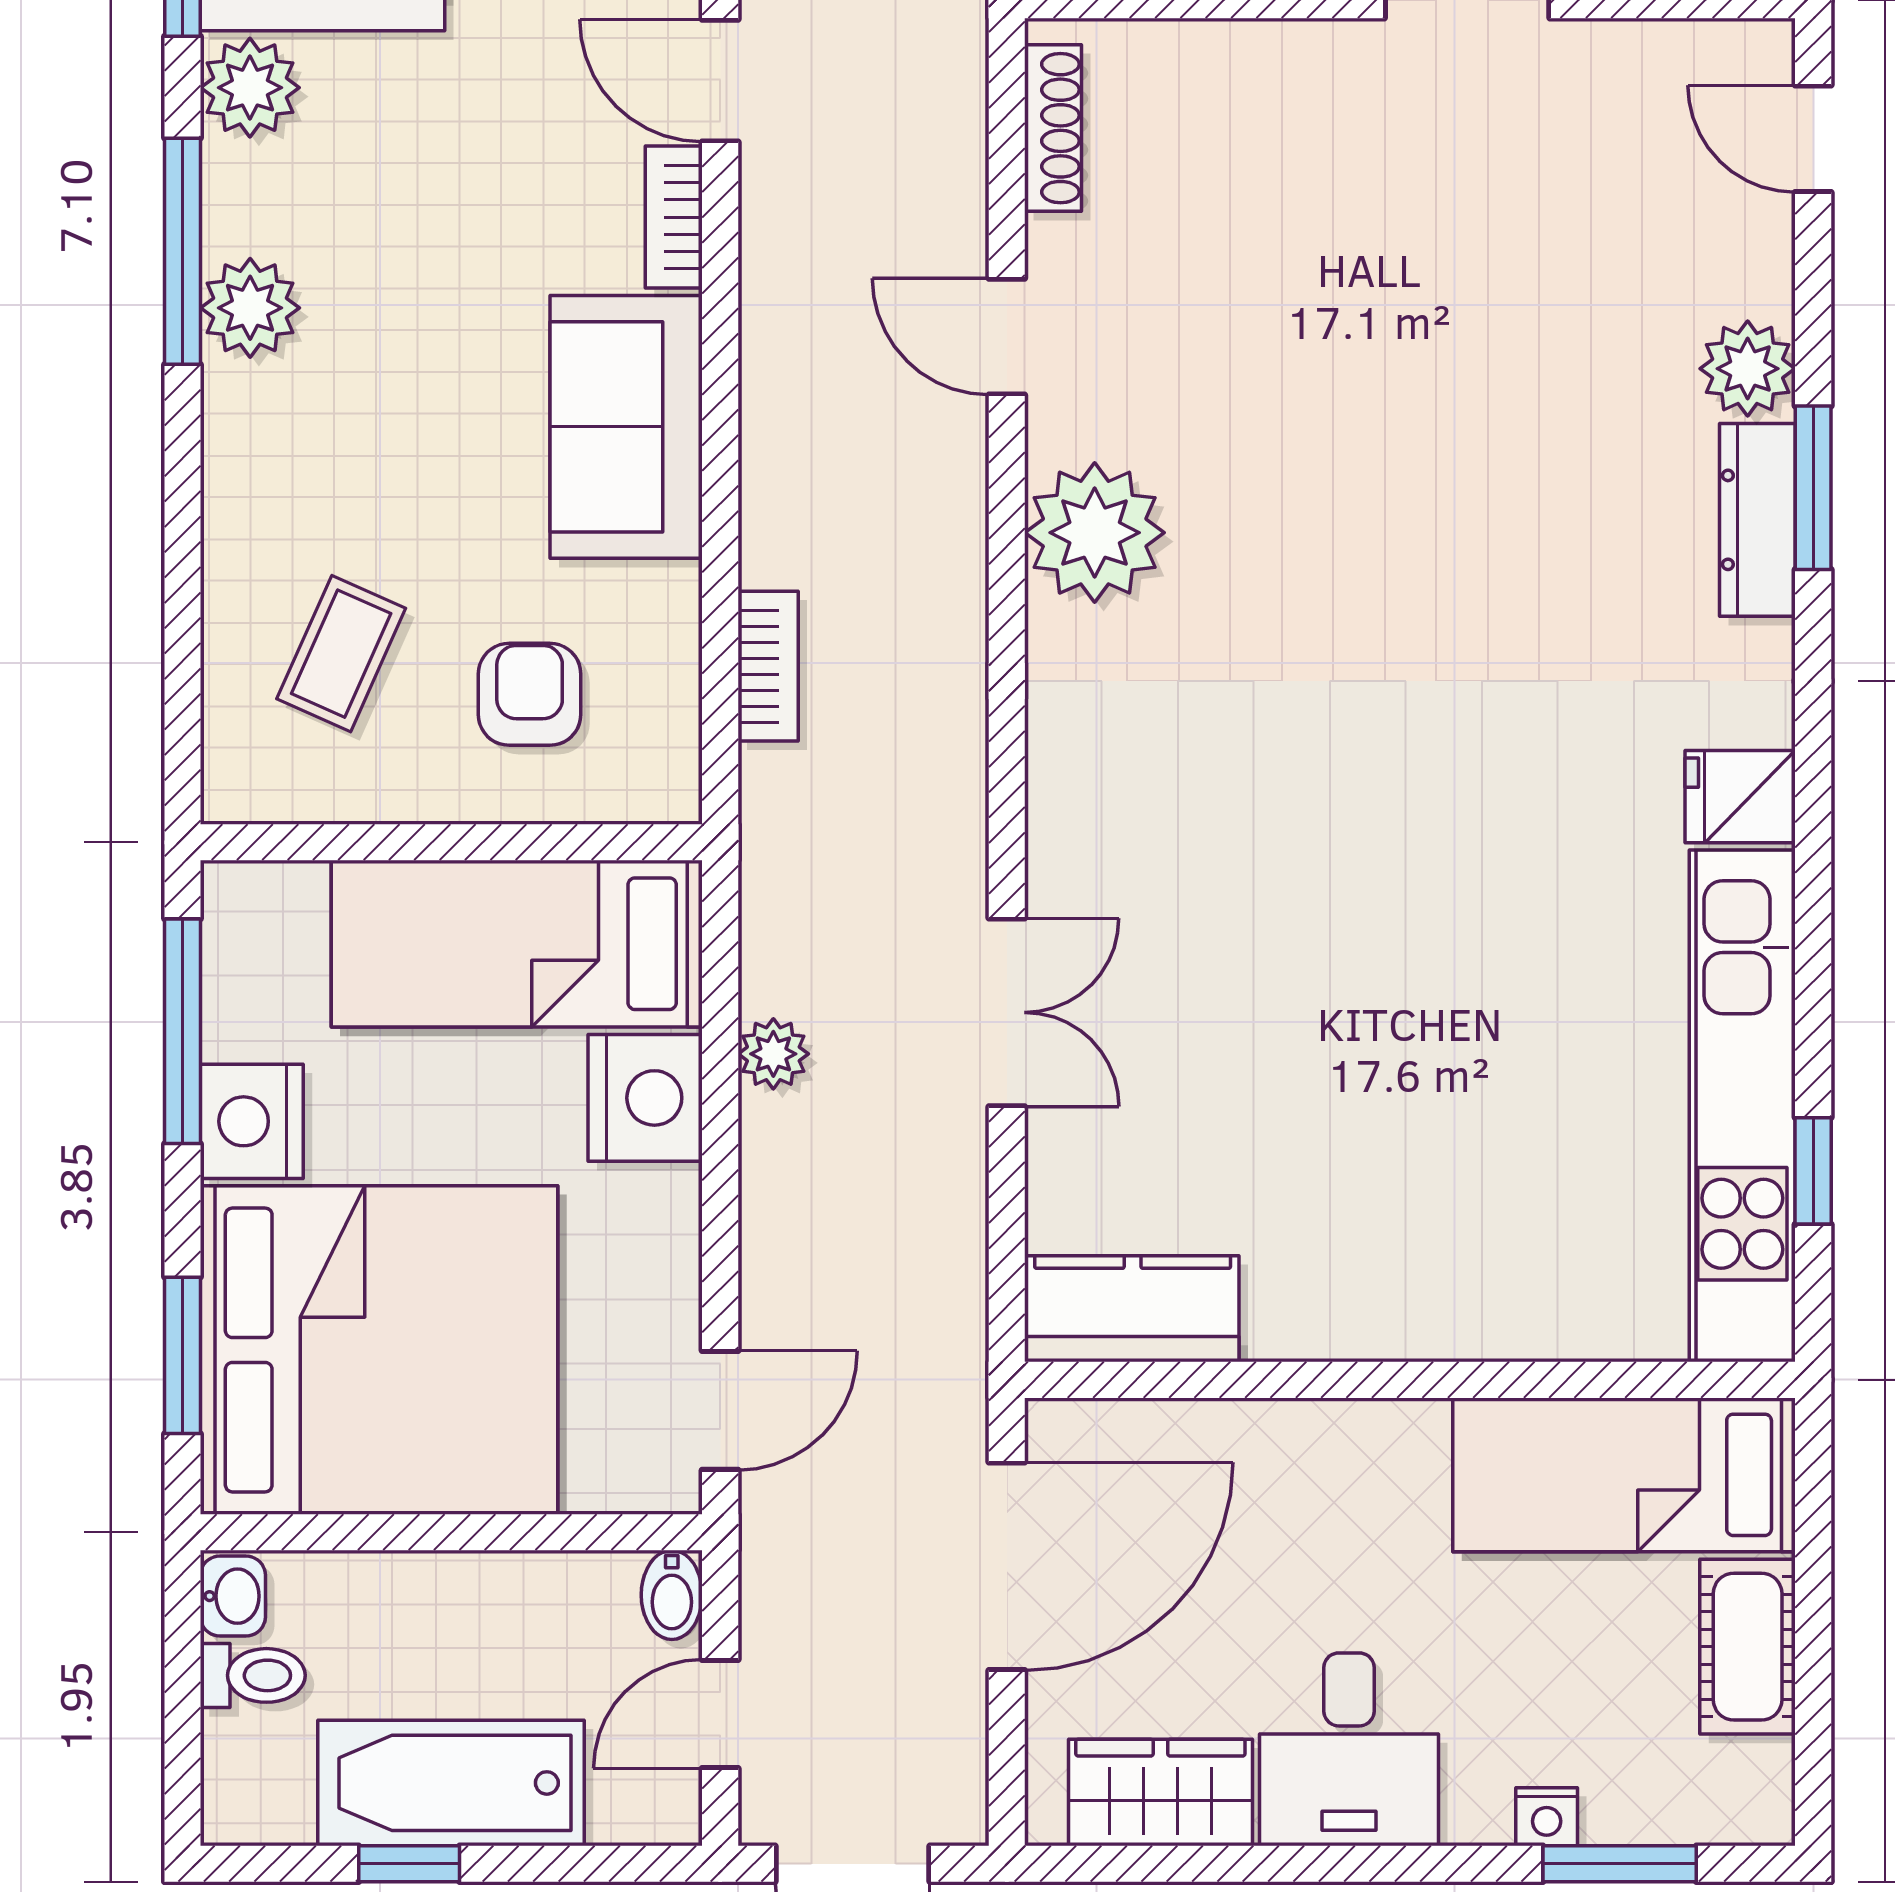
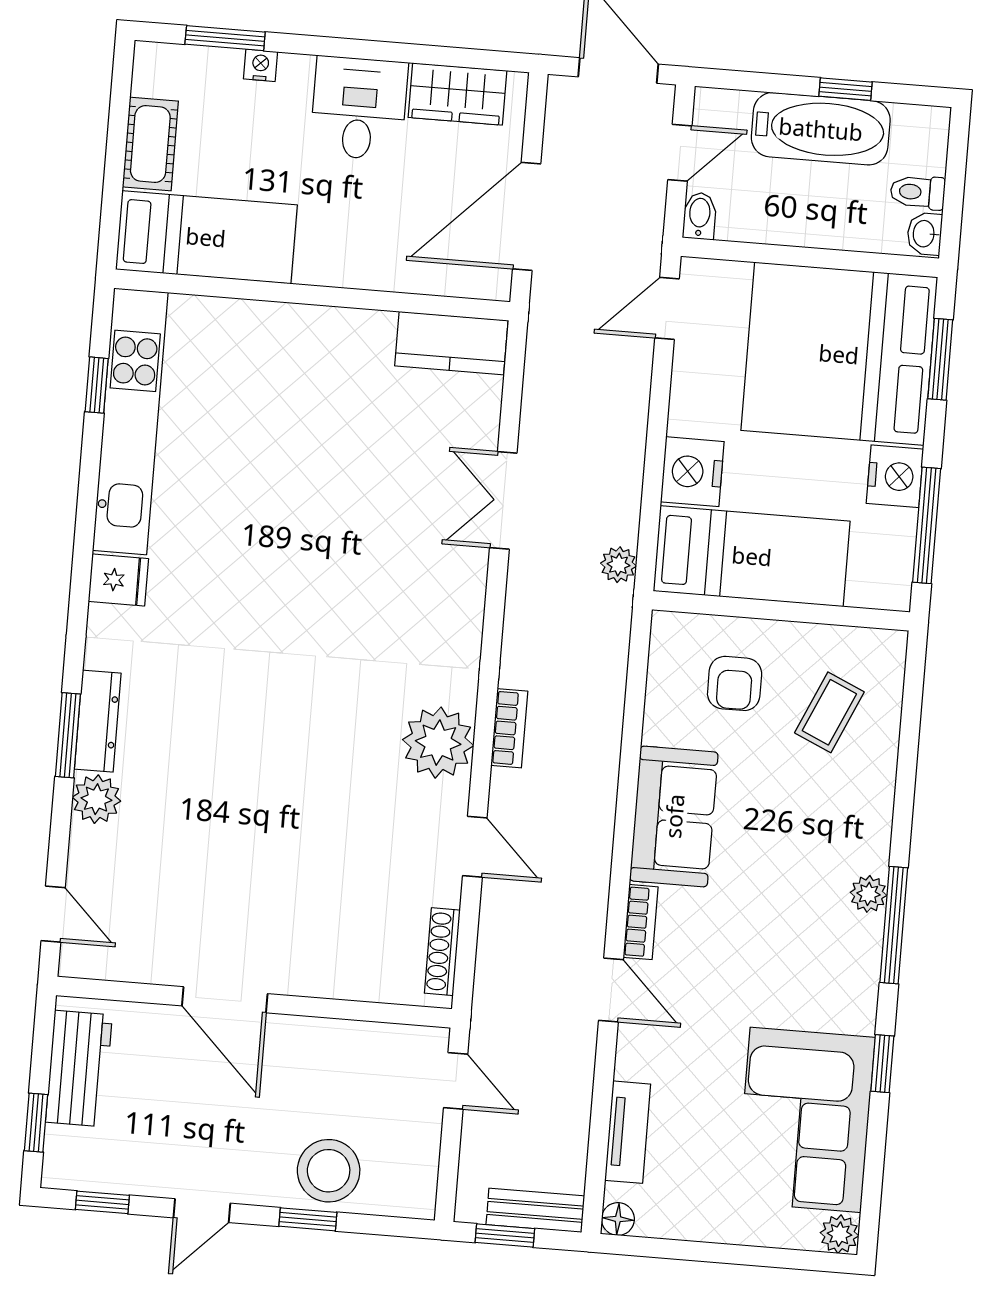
plant: (250, 88) -> (852, 1006), removed
plant: (250, 308) -> (868, 894), width x0.73, depth x0.73
bookcase: (768, 666) -> (509, 728), moved, turned 180
plant: (773, 1054) -> (619, 565), moved

